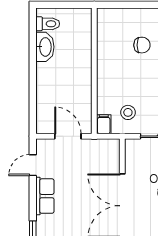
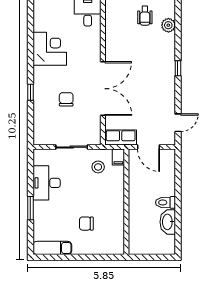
toilet: (48, 24) -> (165, 202), moved
row of seats: (45, 196) -> (121, 137), moved, turned 90

